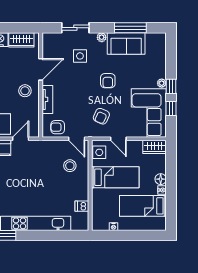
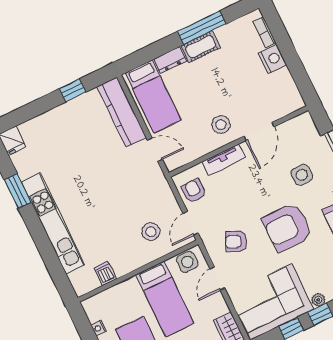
wardrobe: (21, 40) -> (286, 87), removed
door: (41, 69) -> (259, 131), hinge flipped
armchair: (108, 81) -> (287, 227), width x1.88, depth x1.88

